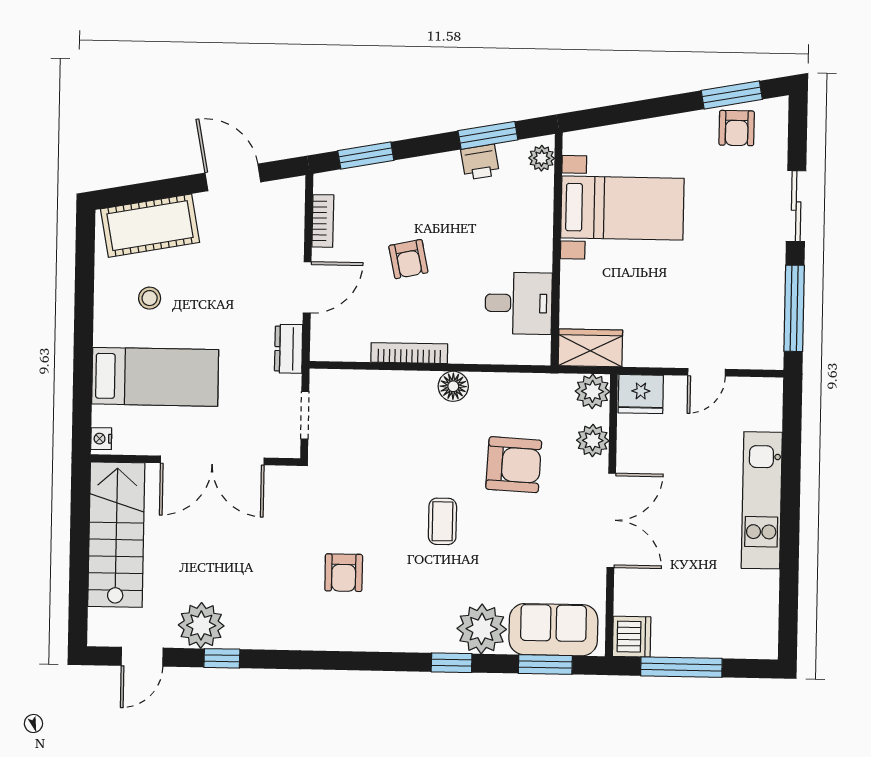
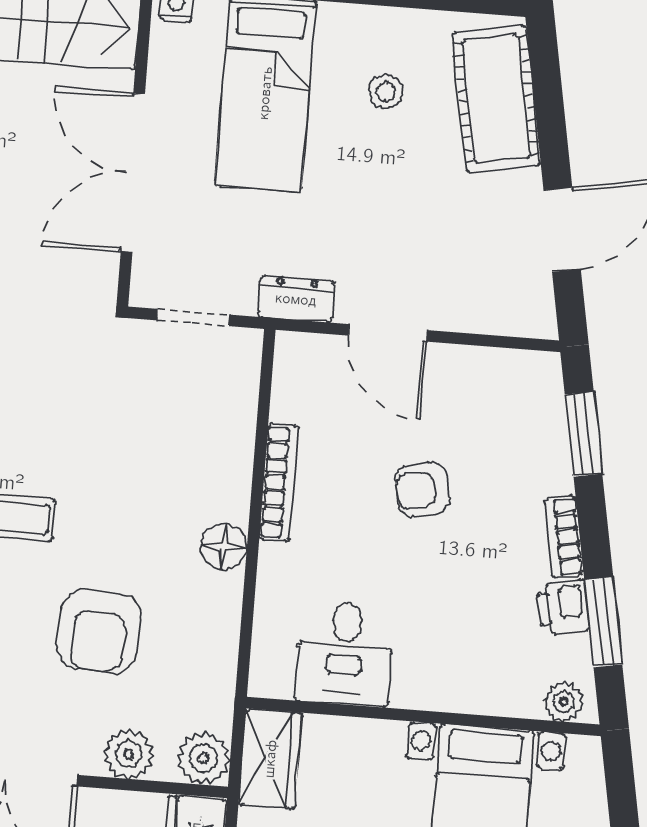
bookcase: (323, 221) -> (564, 537), moved, turned 80

